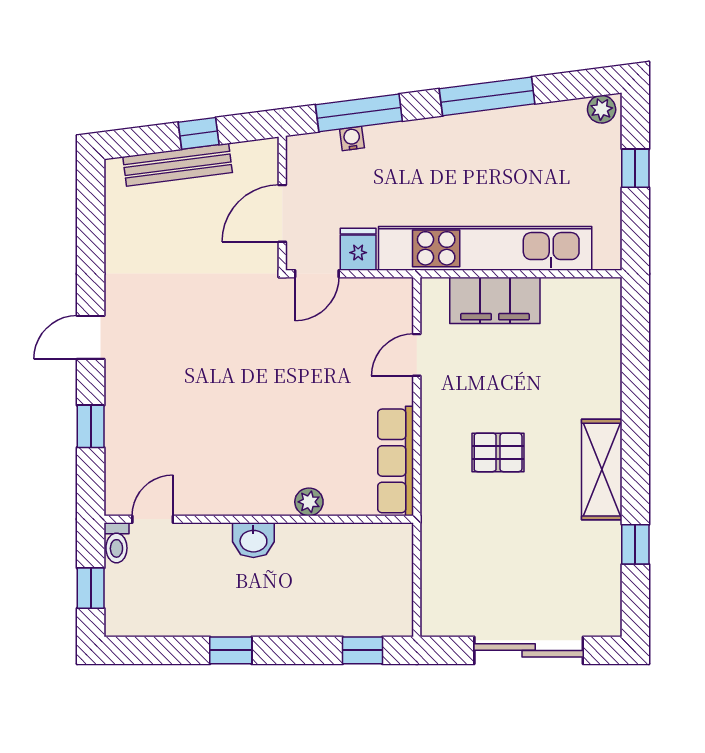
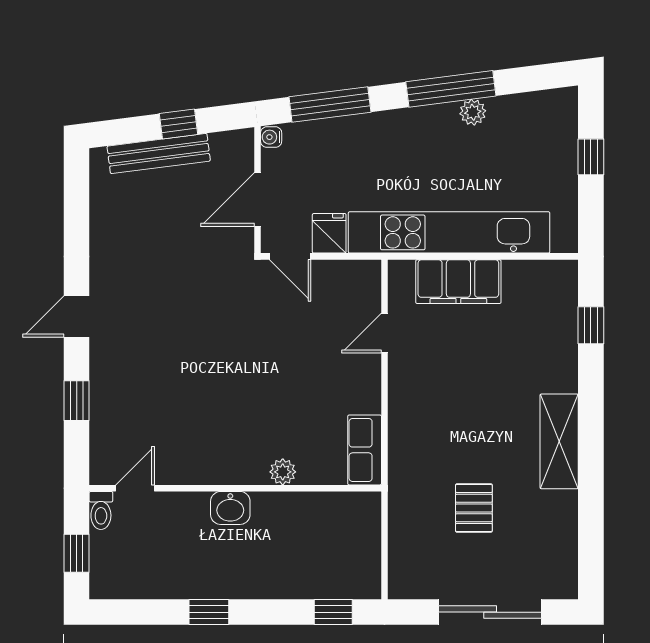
plant: (602, 109) -> (473, 112), moved
water cooler: (352, 138) -> (271, 137), moved, turned -83
door: (317, 274) -> (290, 256), hinge flipped
pallet: (498, 452) -> (474, 508), moved, turned 90
row of seats: (396, 461) -> (365, 450), width x0.68
window: (635, 544) -> (591, 325), moved

